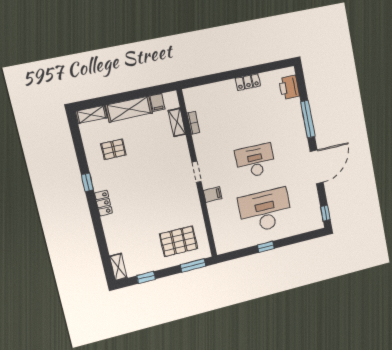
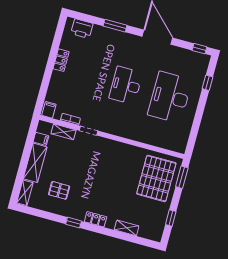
window: (308, 119) -> (115, 26), width x0.69
pallet: (113, 149) -> (59, 190), turned 90
doorway: (197, 172) -> (89, 131), moved
filing cabinet: (213, 195) -> (49, 110), moved
pallet: (179, 241) -> (156, 178), width x1.37, depth x1.41
window: (266, 247) -> (207, 83), moved
shelving: (118, 267) -> (127, 228), moved

